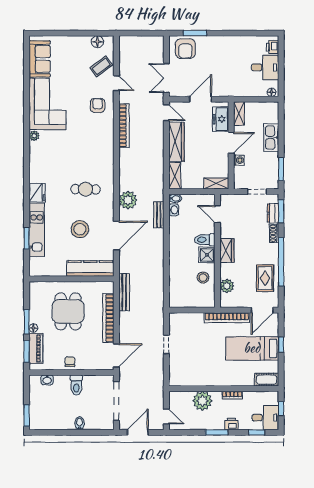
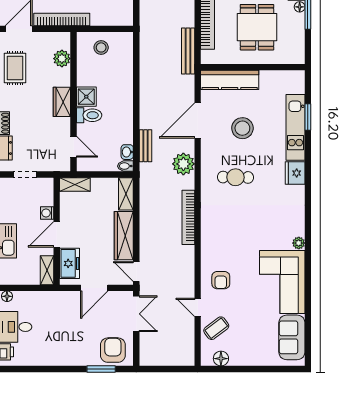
bookcase: (124, 126) -> (188, 217), moved
stool: (203, 278) -> (101, 47), moved

